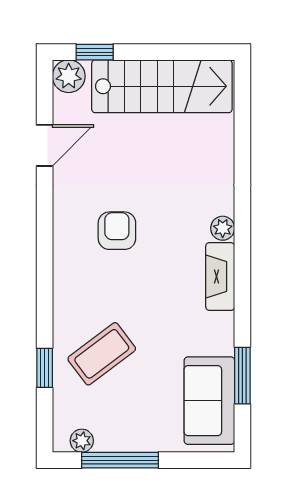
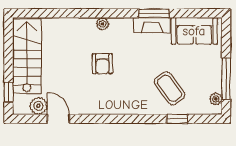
plant: (69, 76) -> (38, 106), moved
armchair: (117, 231) -> (102, 64), moved, turned -90
fireplace: (220, 277) -> (152, 25), moved
window: (242, 376) -> (154, 13), moved

